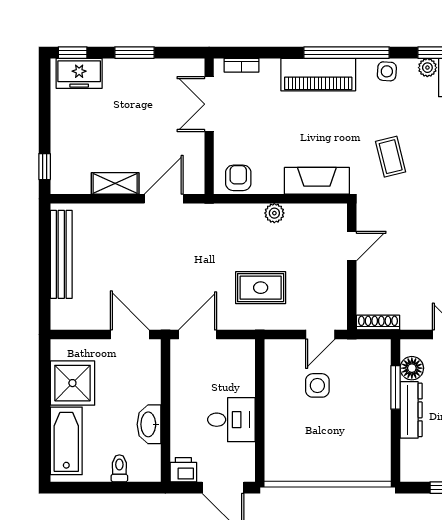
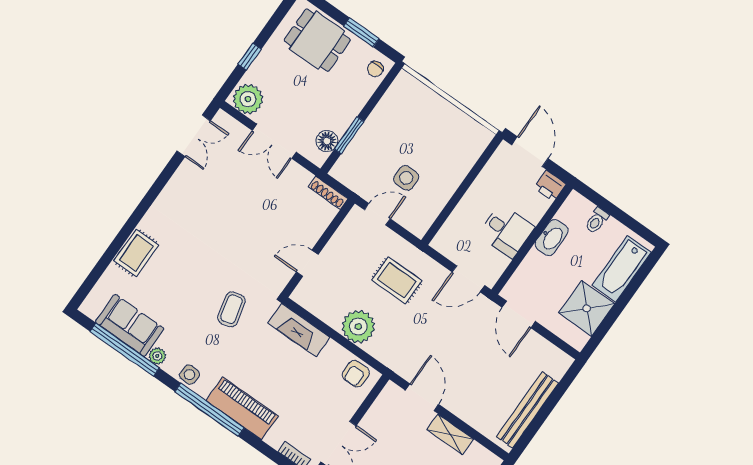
door: (164, 199) -> (422, 397), swing flipped
plant: (274, 213) -> (358, 327), width x1.88, depth x1.88
dresser: (411, 410) -> (349, 110), removed
desk: (231, 420) -> (506, 231), moved, turned 180
chair: (414, 463) -> (375, 69), added

